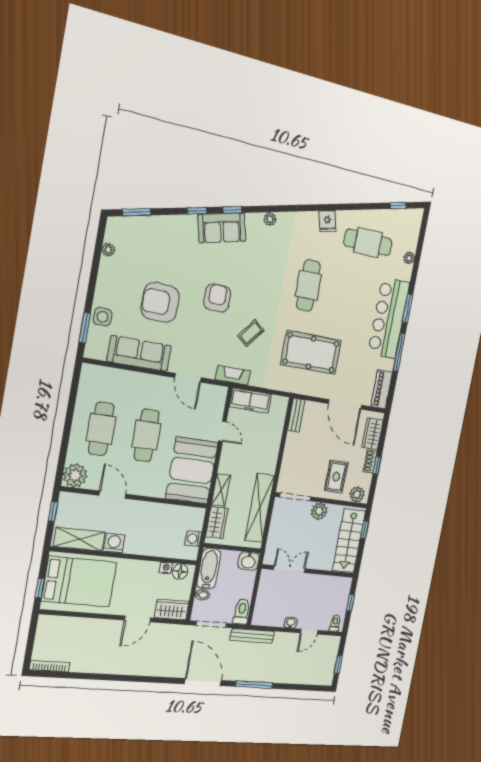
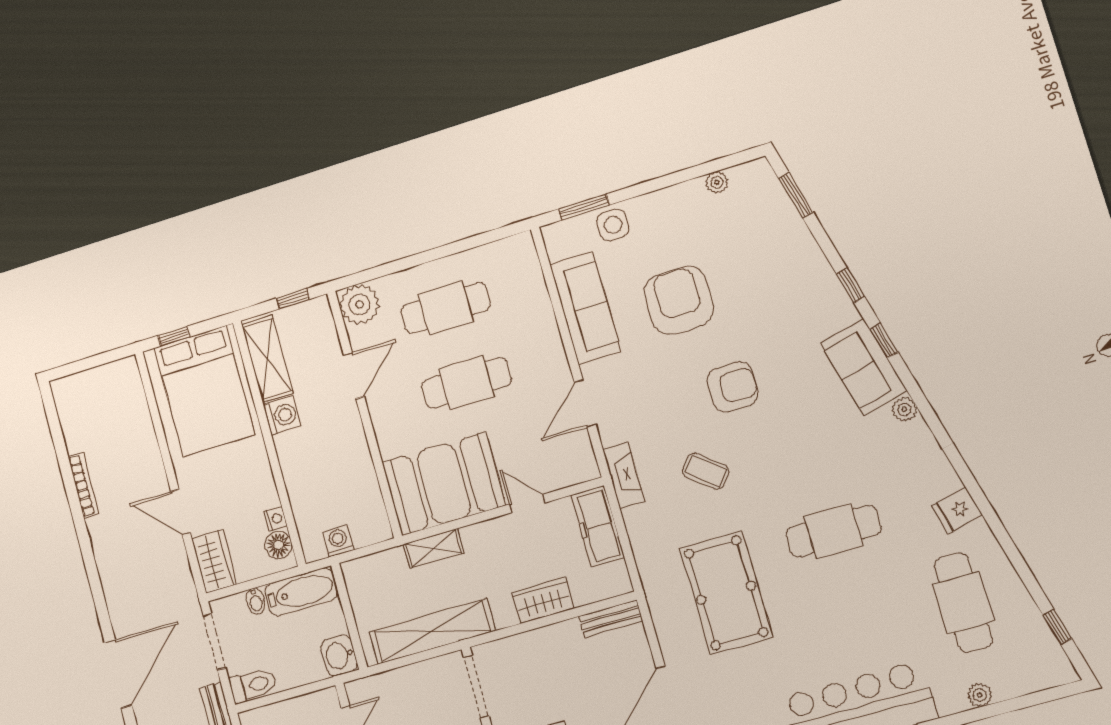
sofa: (222, 228) -> (864, 367), moved
door: (222, 431) -> (527, 503), swing flipped
wardrobe: (217, 522) -> (543, 600), moved, turned 180
bookcase: (50, 666) -> (83, 485), moved

